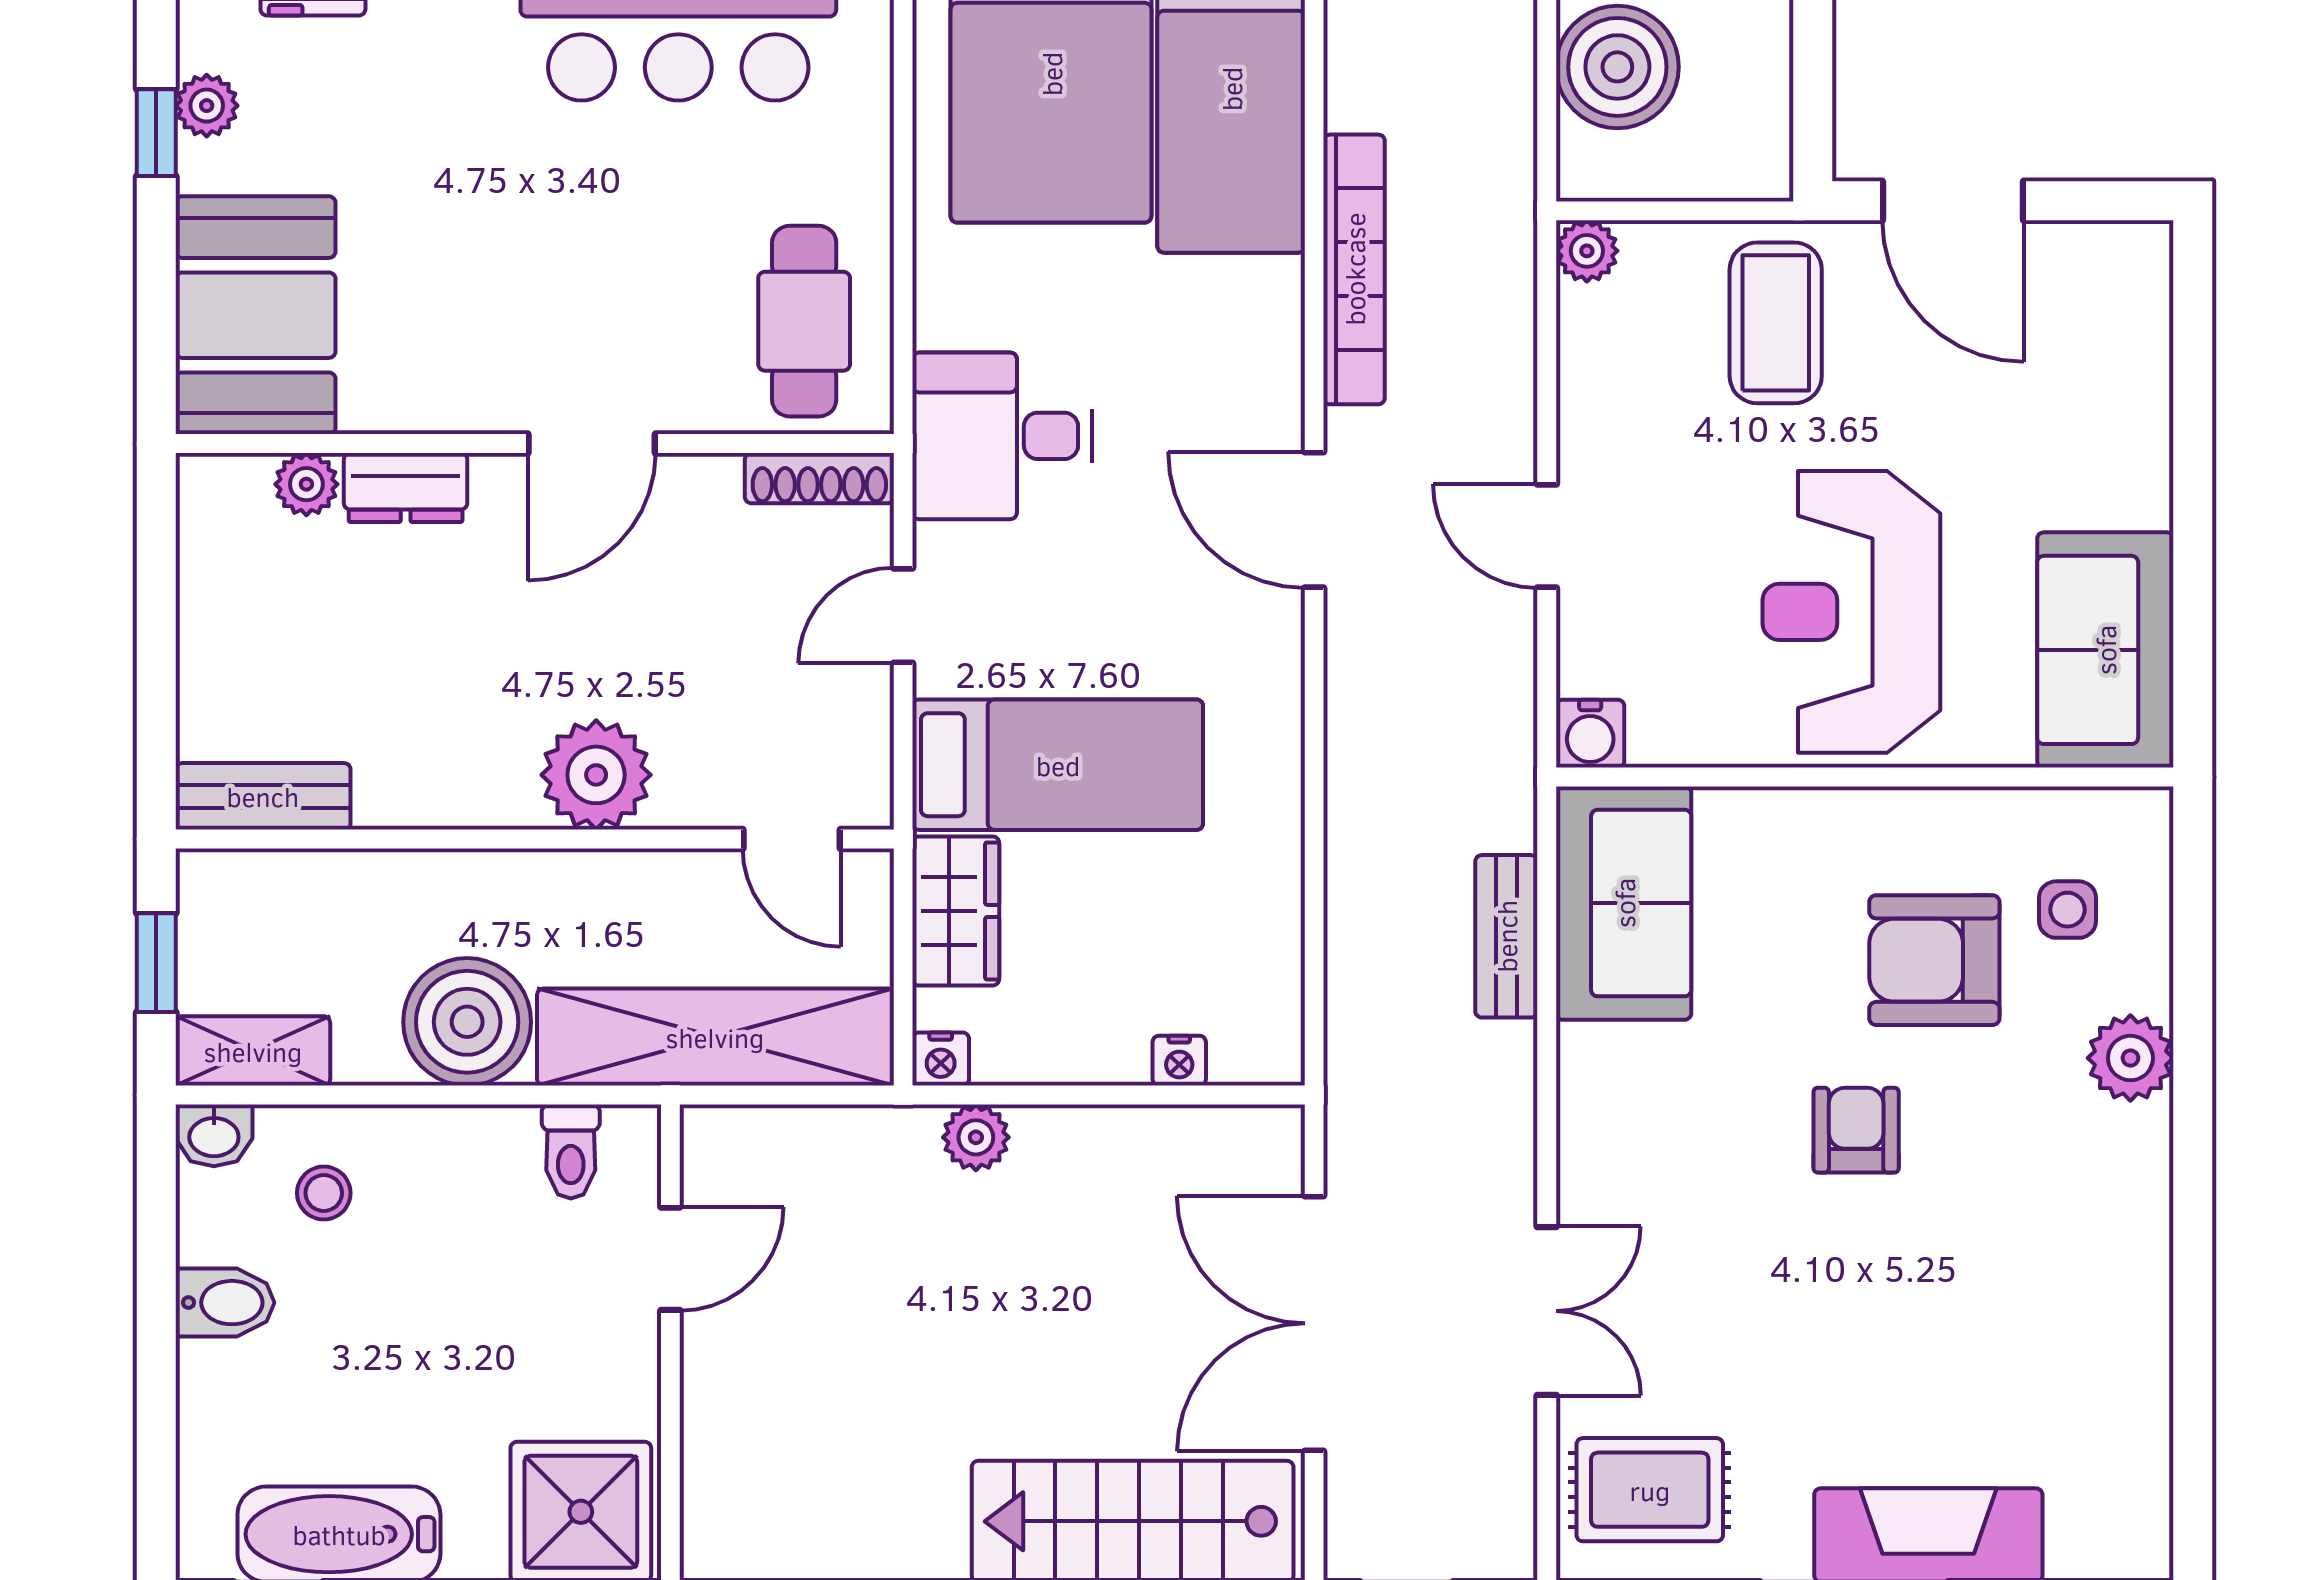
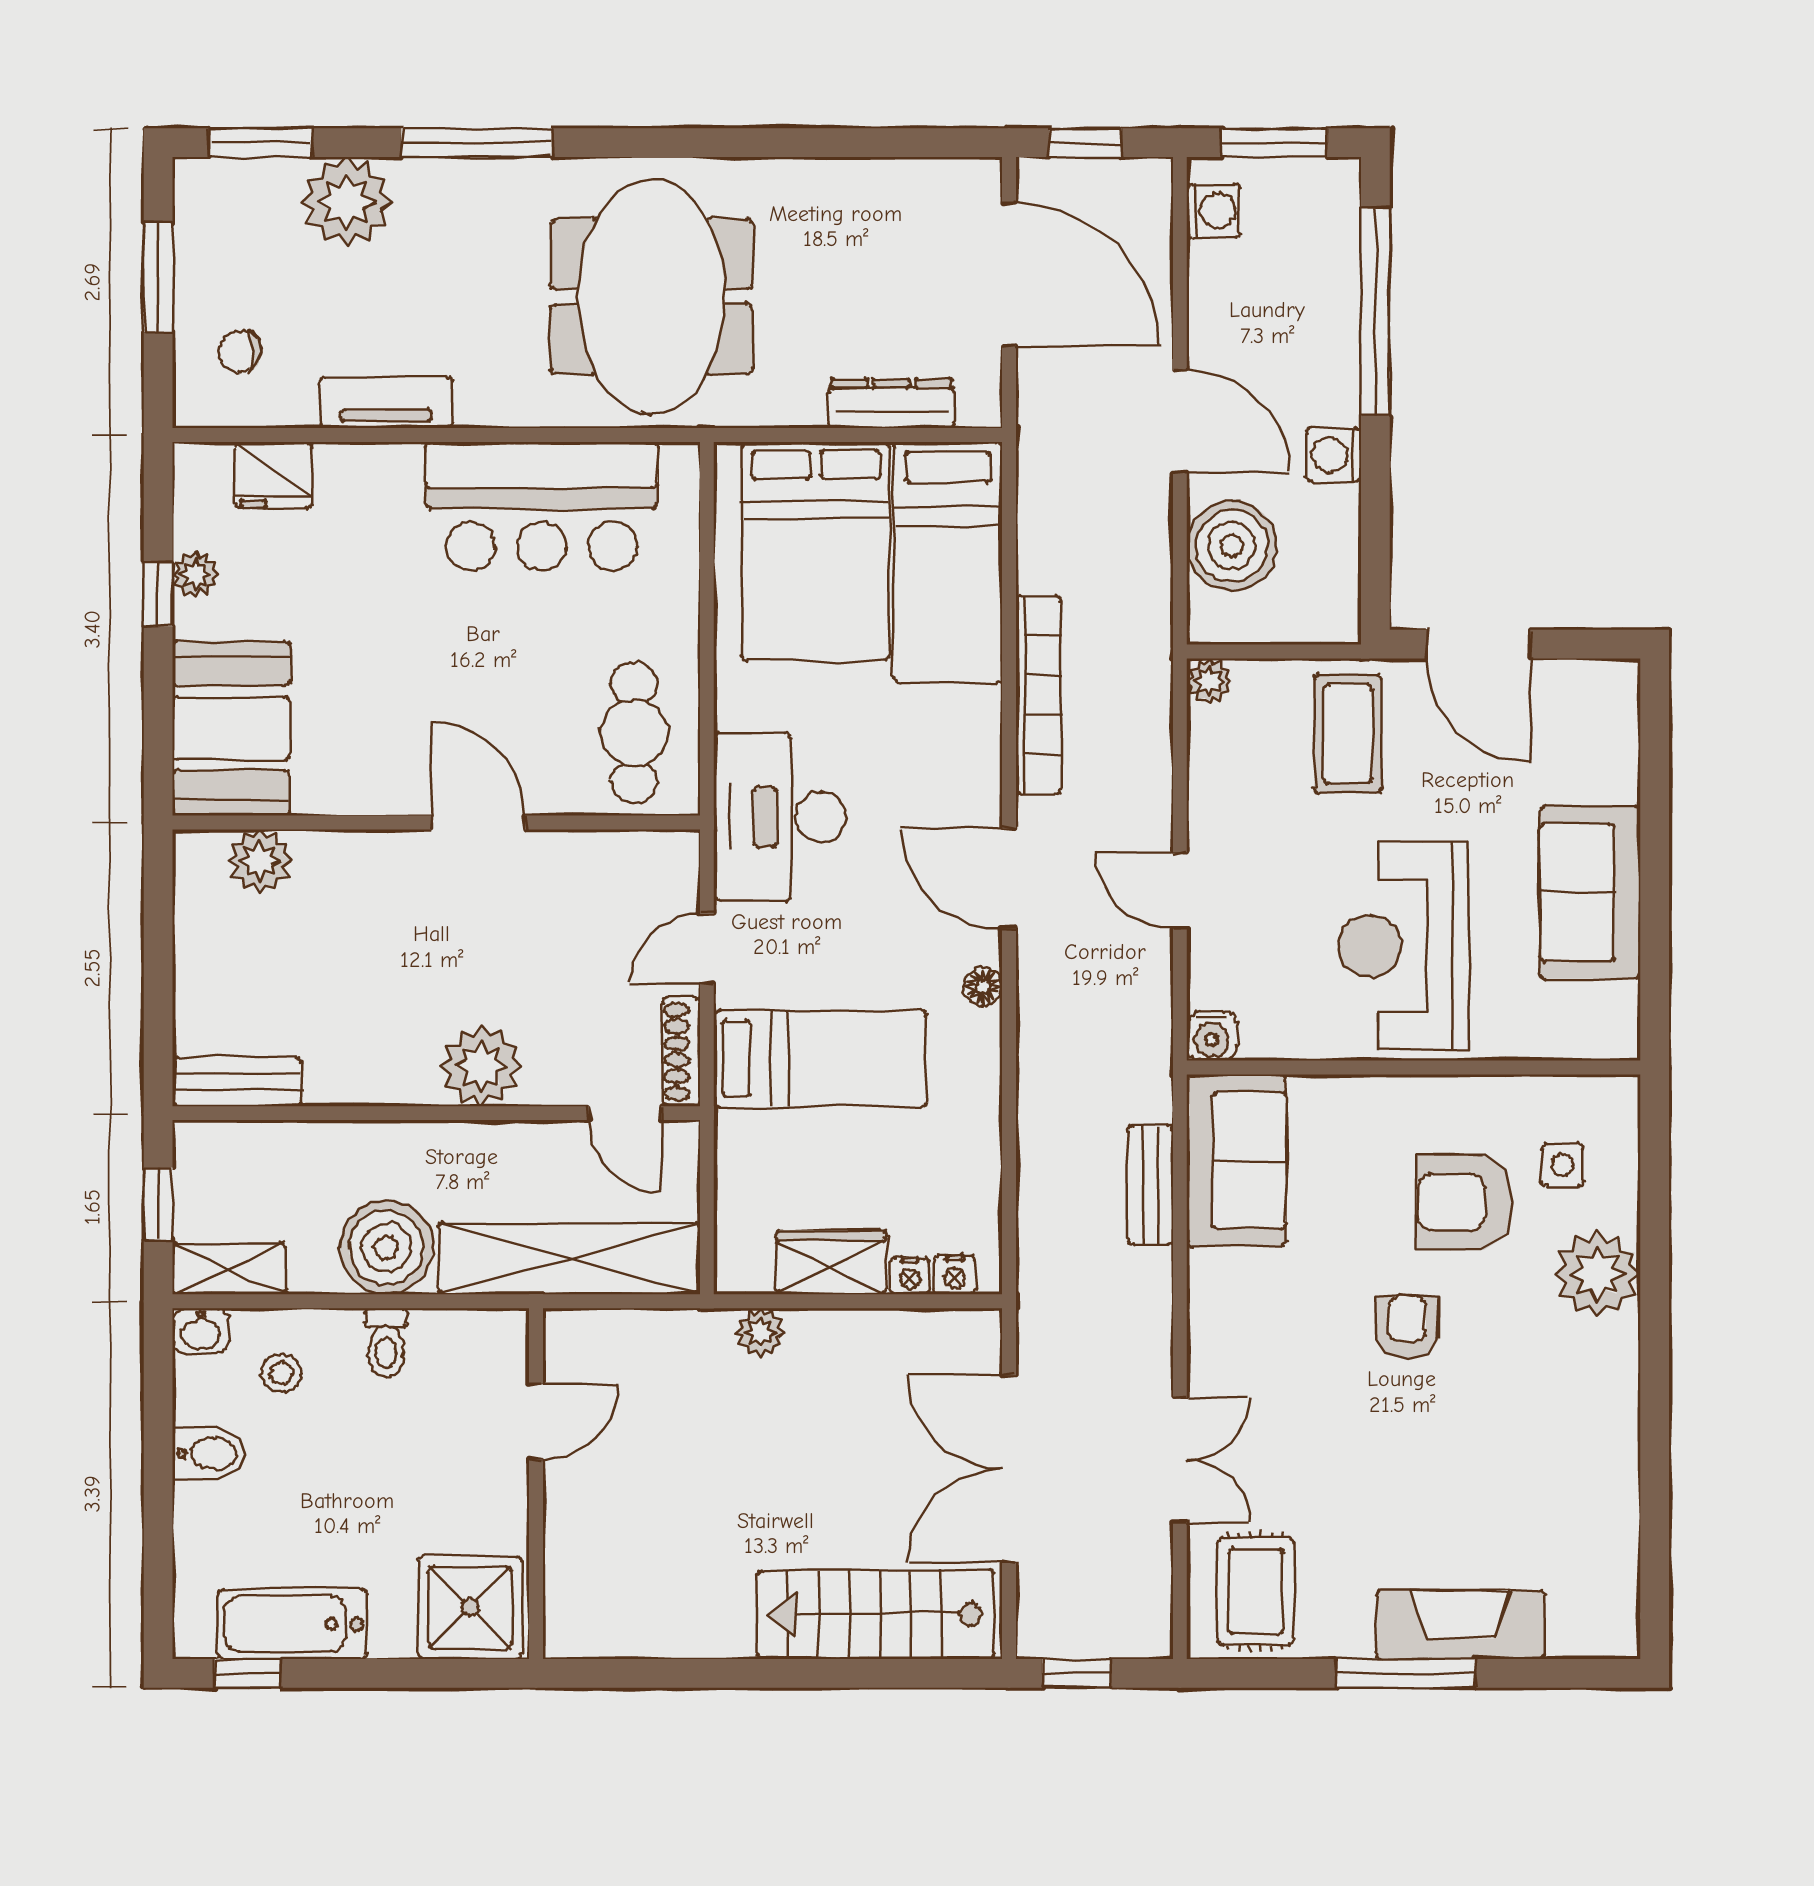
desk: (1002, 436) -> (780, 817), width x1.37
door: (592, 443) -> (478, 823), swing flipped
shoe rack: (819, 478) -> (681, 1052), moved, turned 90
plant: (306, 484) -> (260, 861), width x1.38, depth x1.38
dresser: (406, 487) -> (341, 855), removed
sofa: (2105, 650) -> (1590, 892), moved
floor lamp: (1279, 667) -> (983, 987), added
wardrobe: (956, 911) -> (831, 1263), moved, turned -90
plant: (2130, 1058) -> (1597, 1274), width x1.36, depth x1.36
nightstand: (941, 1059) -> (955, 1275), moved
toilet: (571, 1151) -> (386, 1343), moved
rug: (1650, 1490) -> (1256, 1591), turned 90

